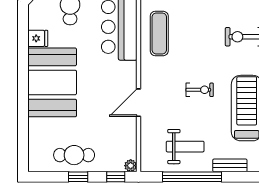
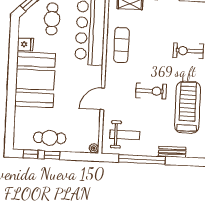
exercise bike: (200, 90) -> (151, 91), width x1.38, depth x1.39
weight bench: (185, 147) -> (125, 135), moved
window: (116, 177) -> (31, 154), moved

